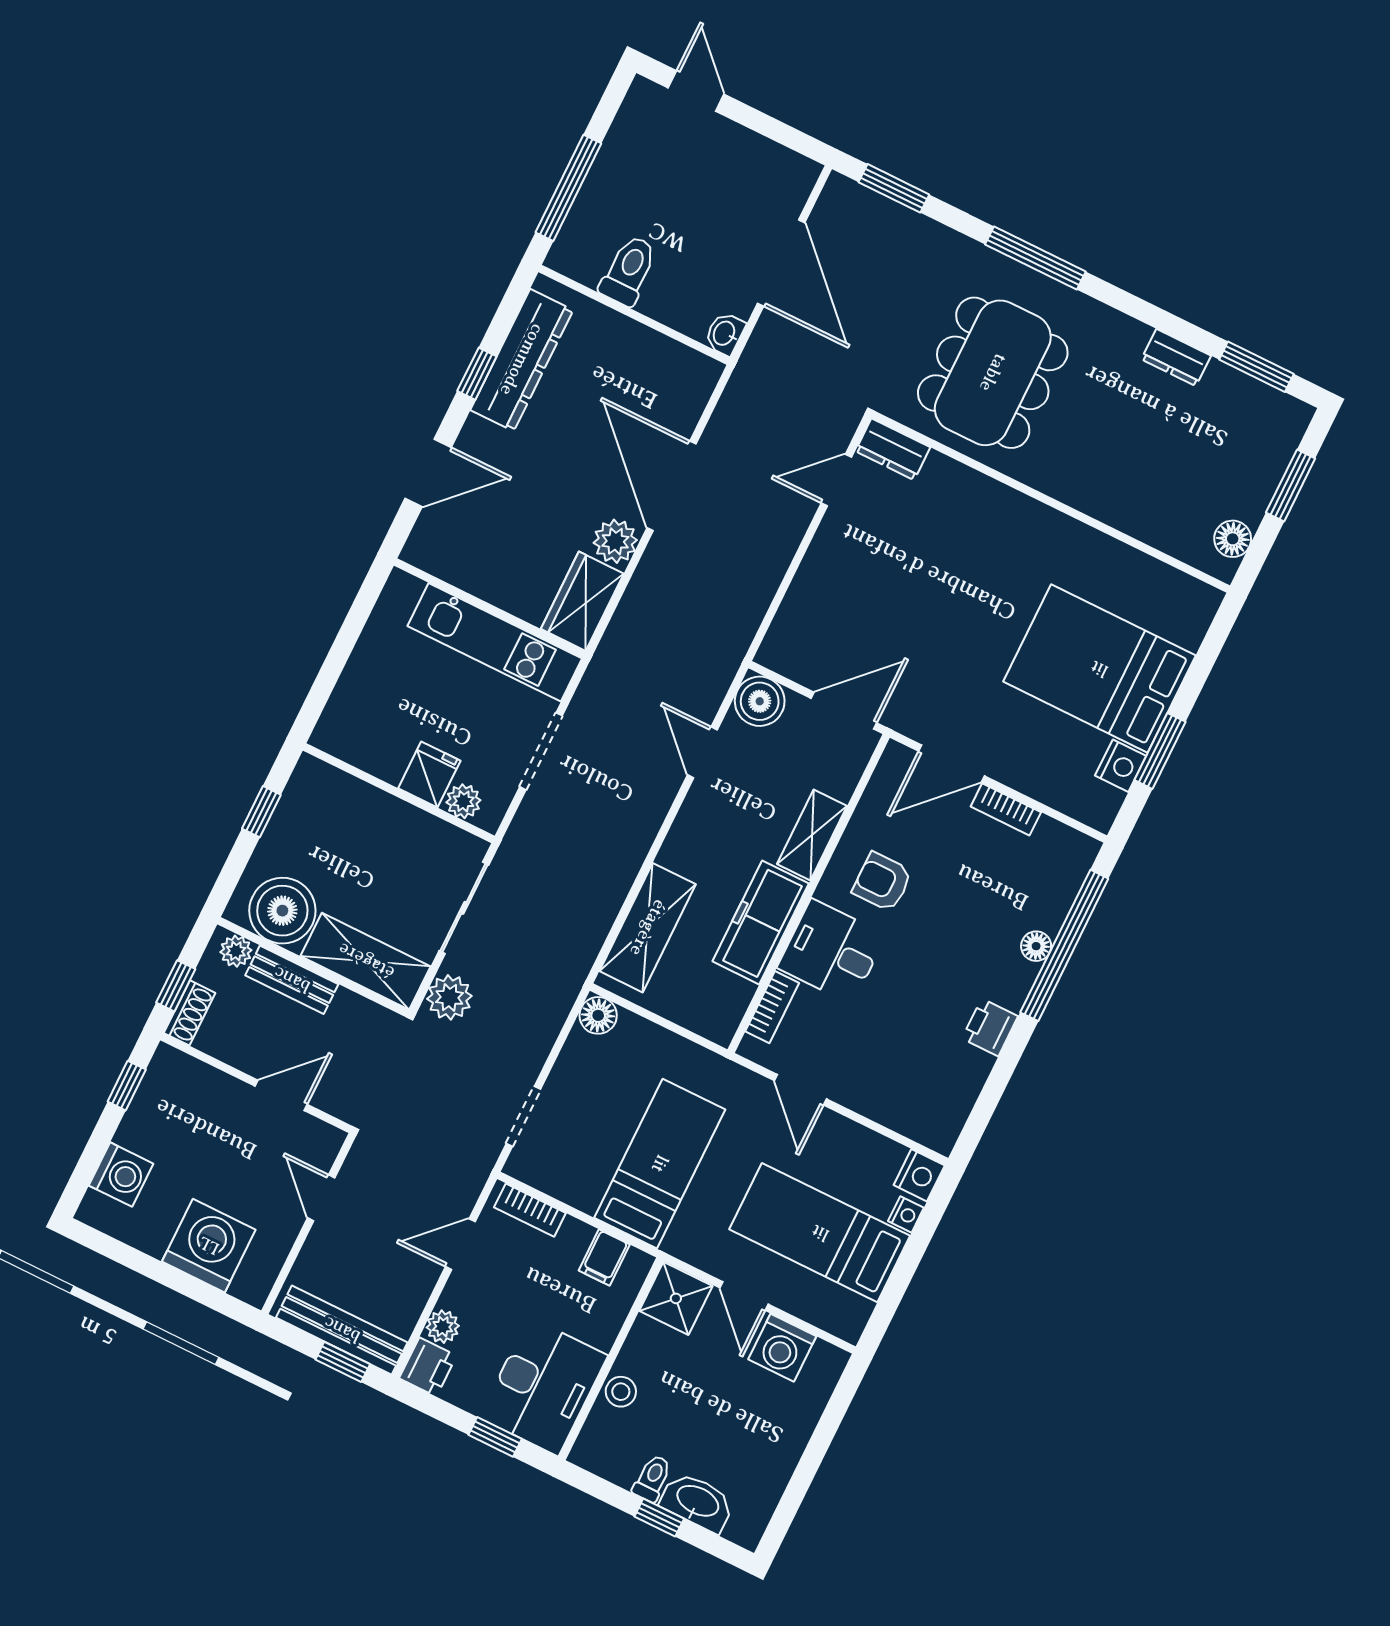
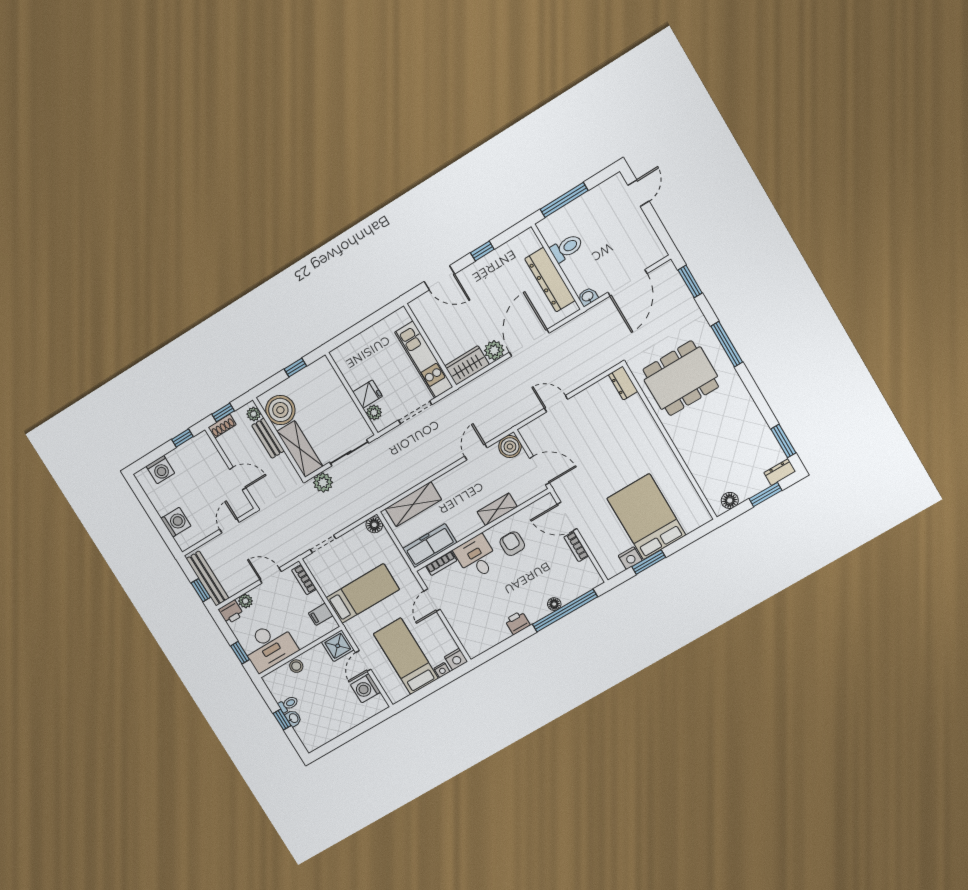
dresser: (1176, 358) -> (780, 472), moved, turned 90
dresser: (522, 360) -> (550, 280), moved, turned 90
door: (836, 480) -> (556, 404), moved
freezer: (761, 922) -> (430, 546), moved
washing machine: (209, 1246) -> (176, 522), width x0.73, depth x0.73
washbasin: (697, 1502) -> (293, 718), width x0.52, depth x0.69

